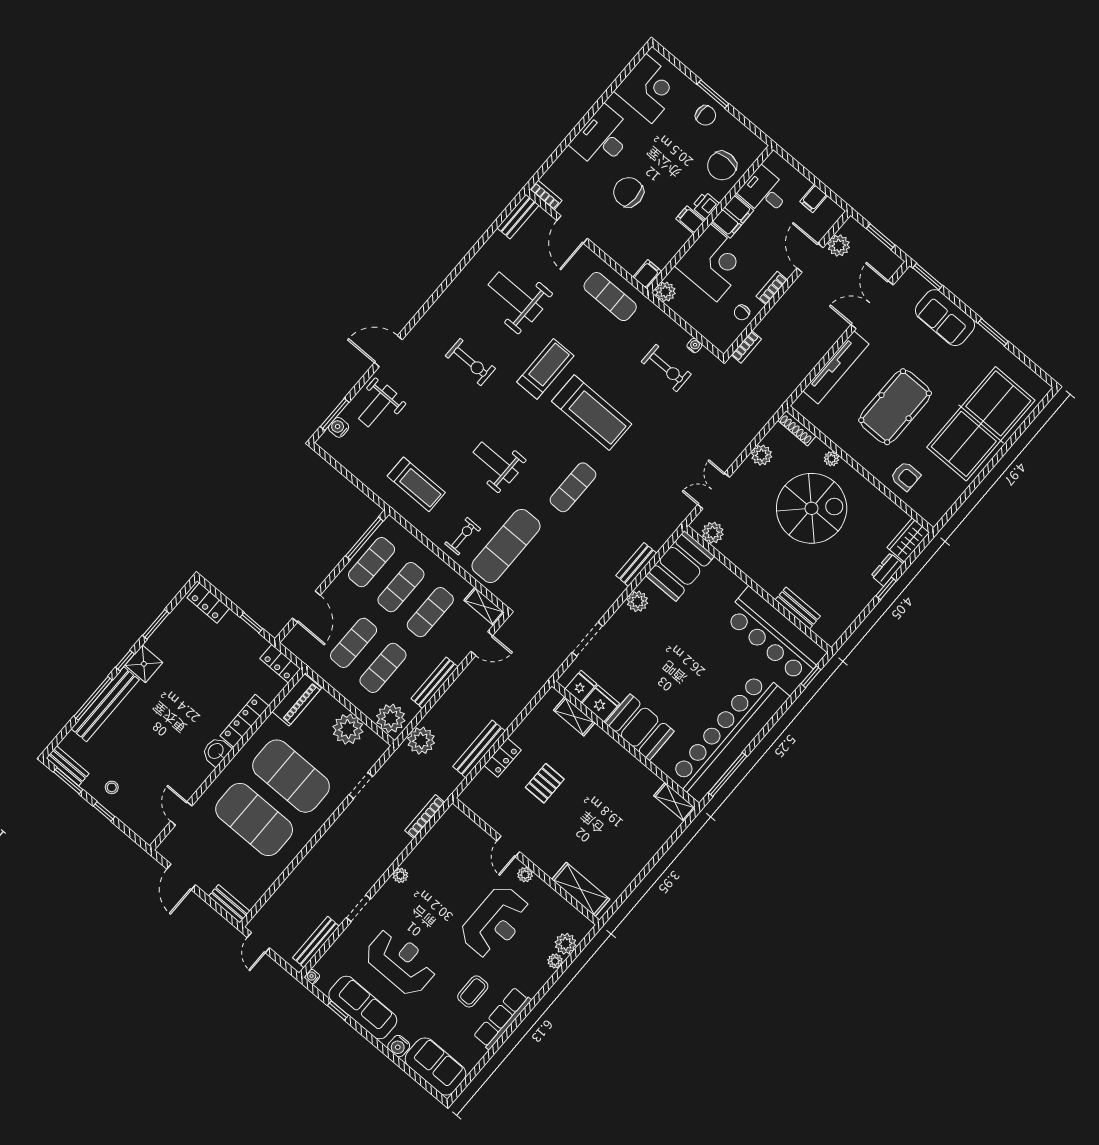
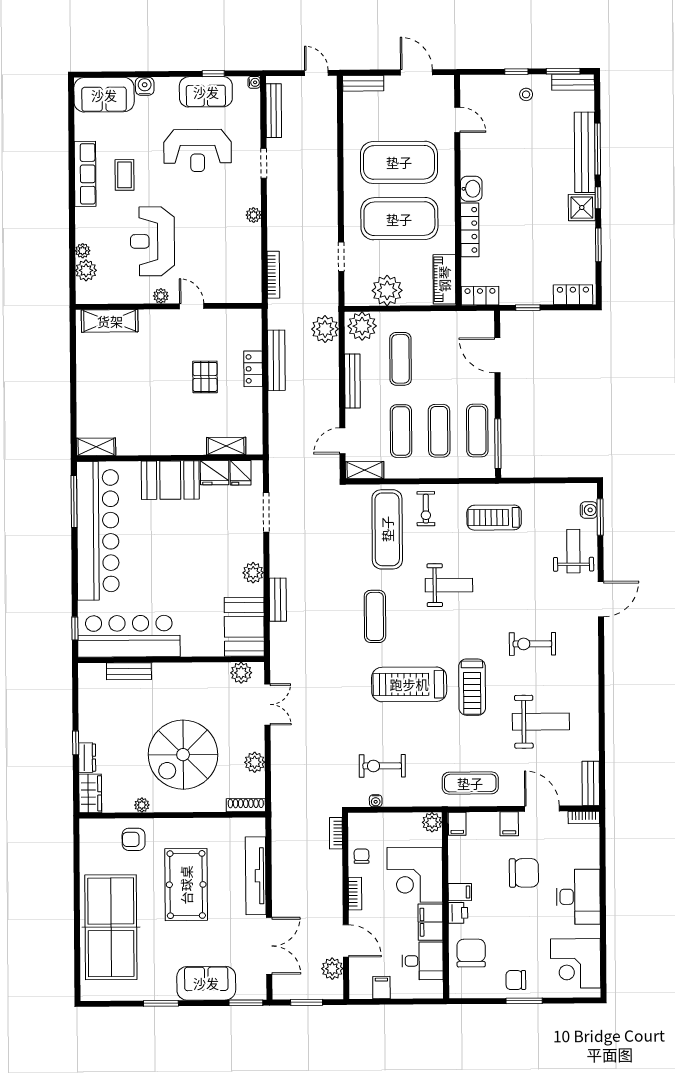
filing cabinet: (607, 239) -> (509, 824), added
plant: (831, 459) -> (142, 805), moved
exercise mat: (354, 643) -> (439, 359), removed
sofa: (363, 1008) -> (206, 92), width x0.73

